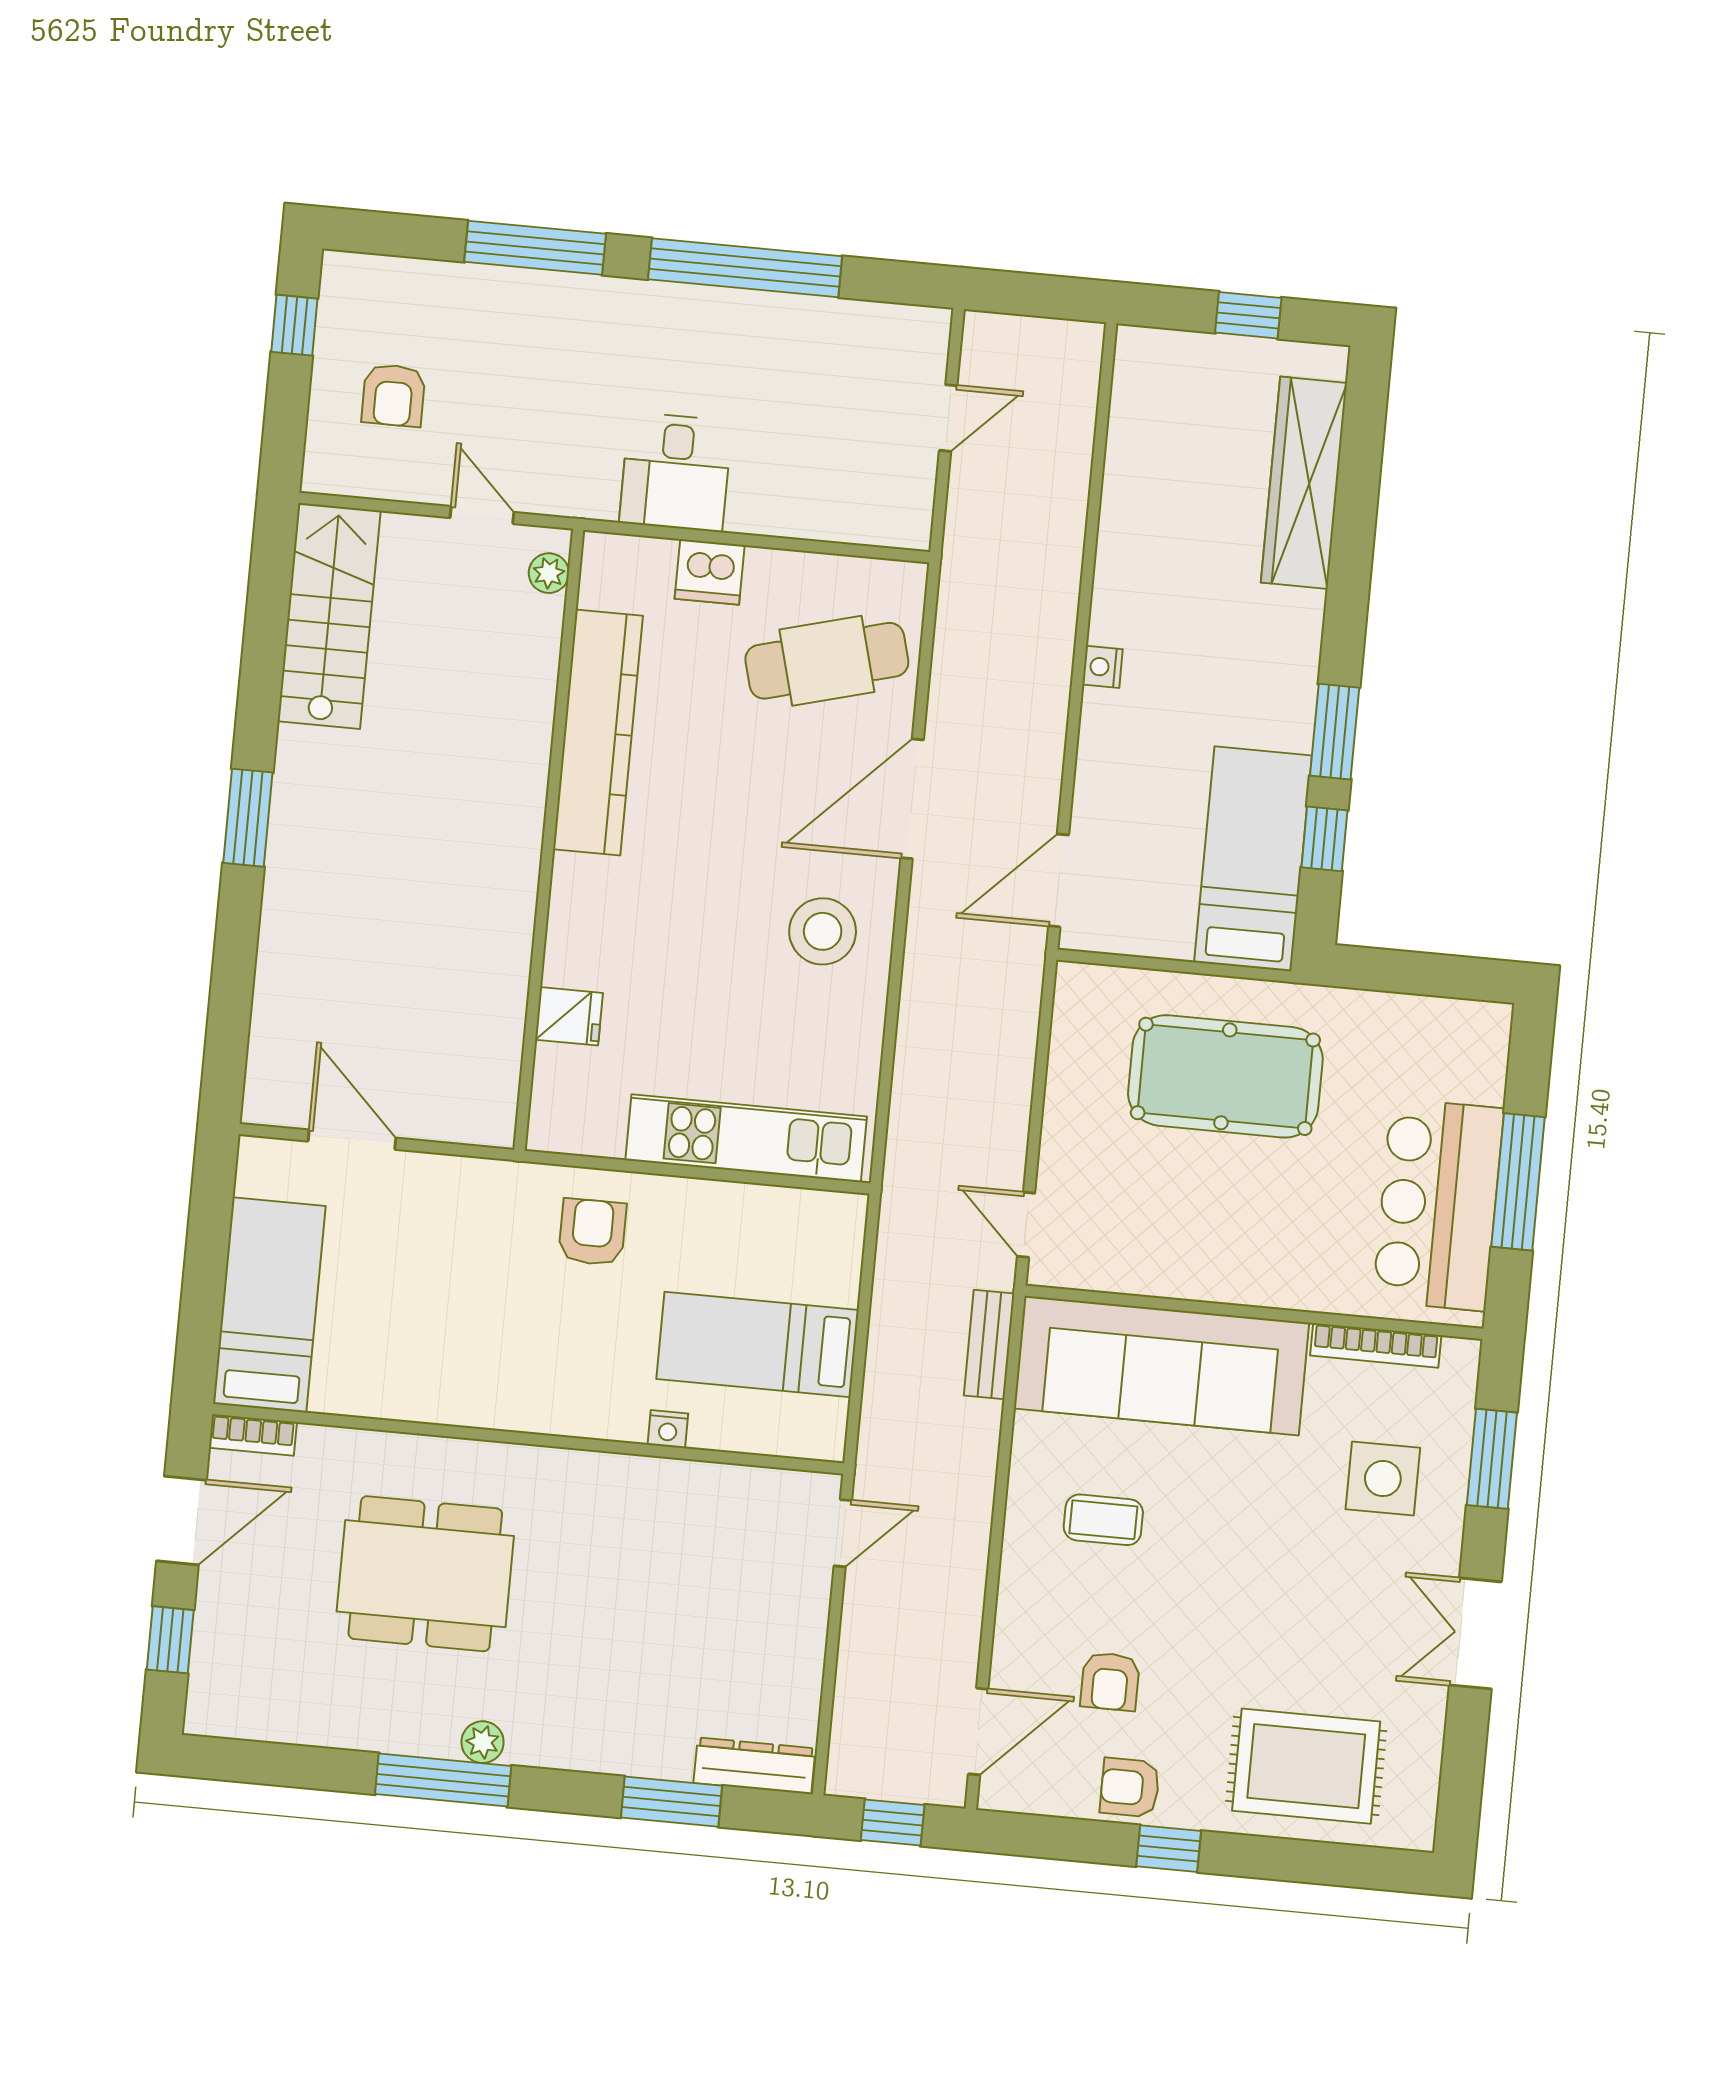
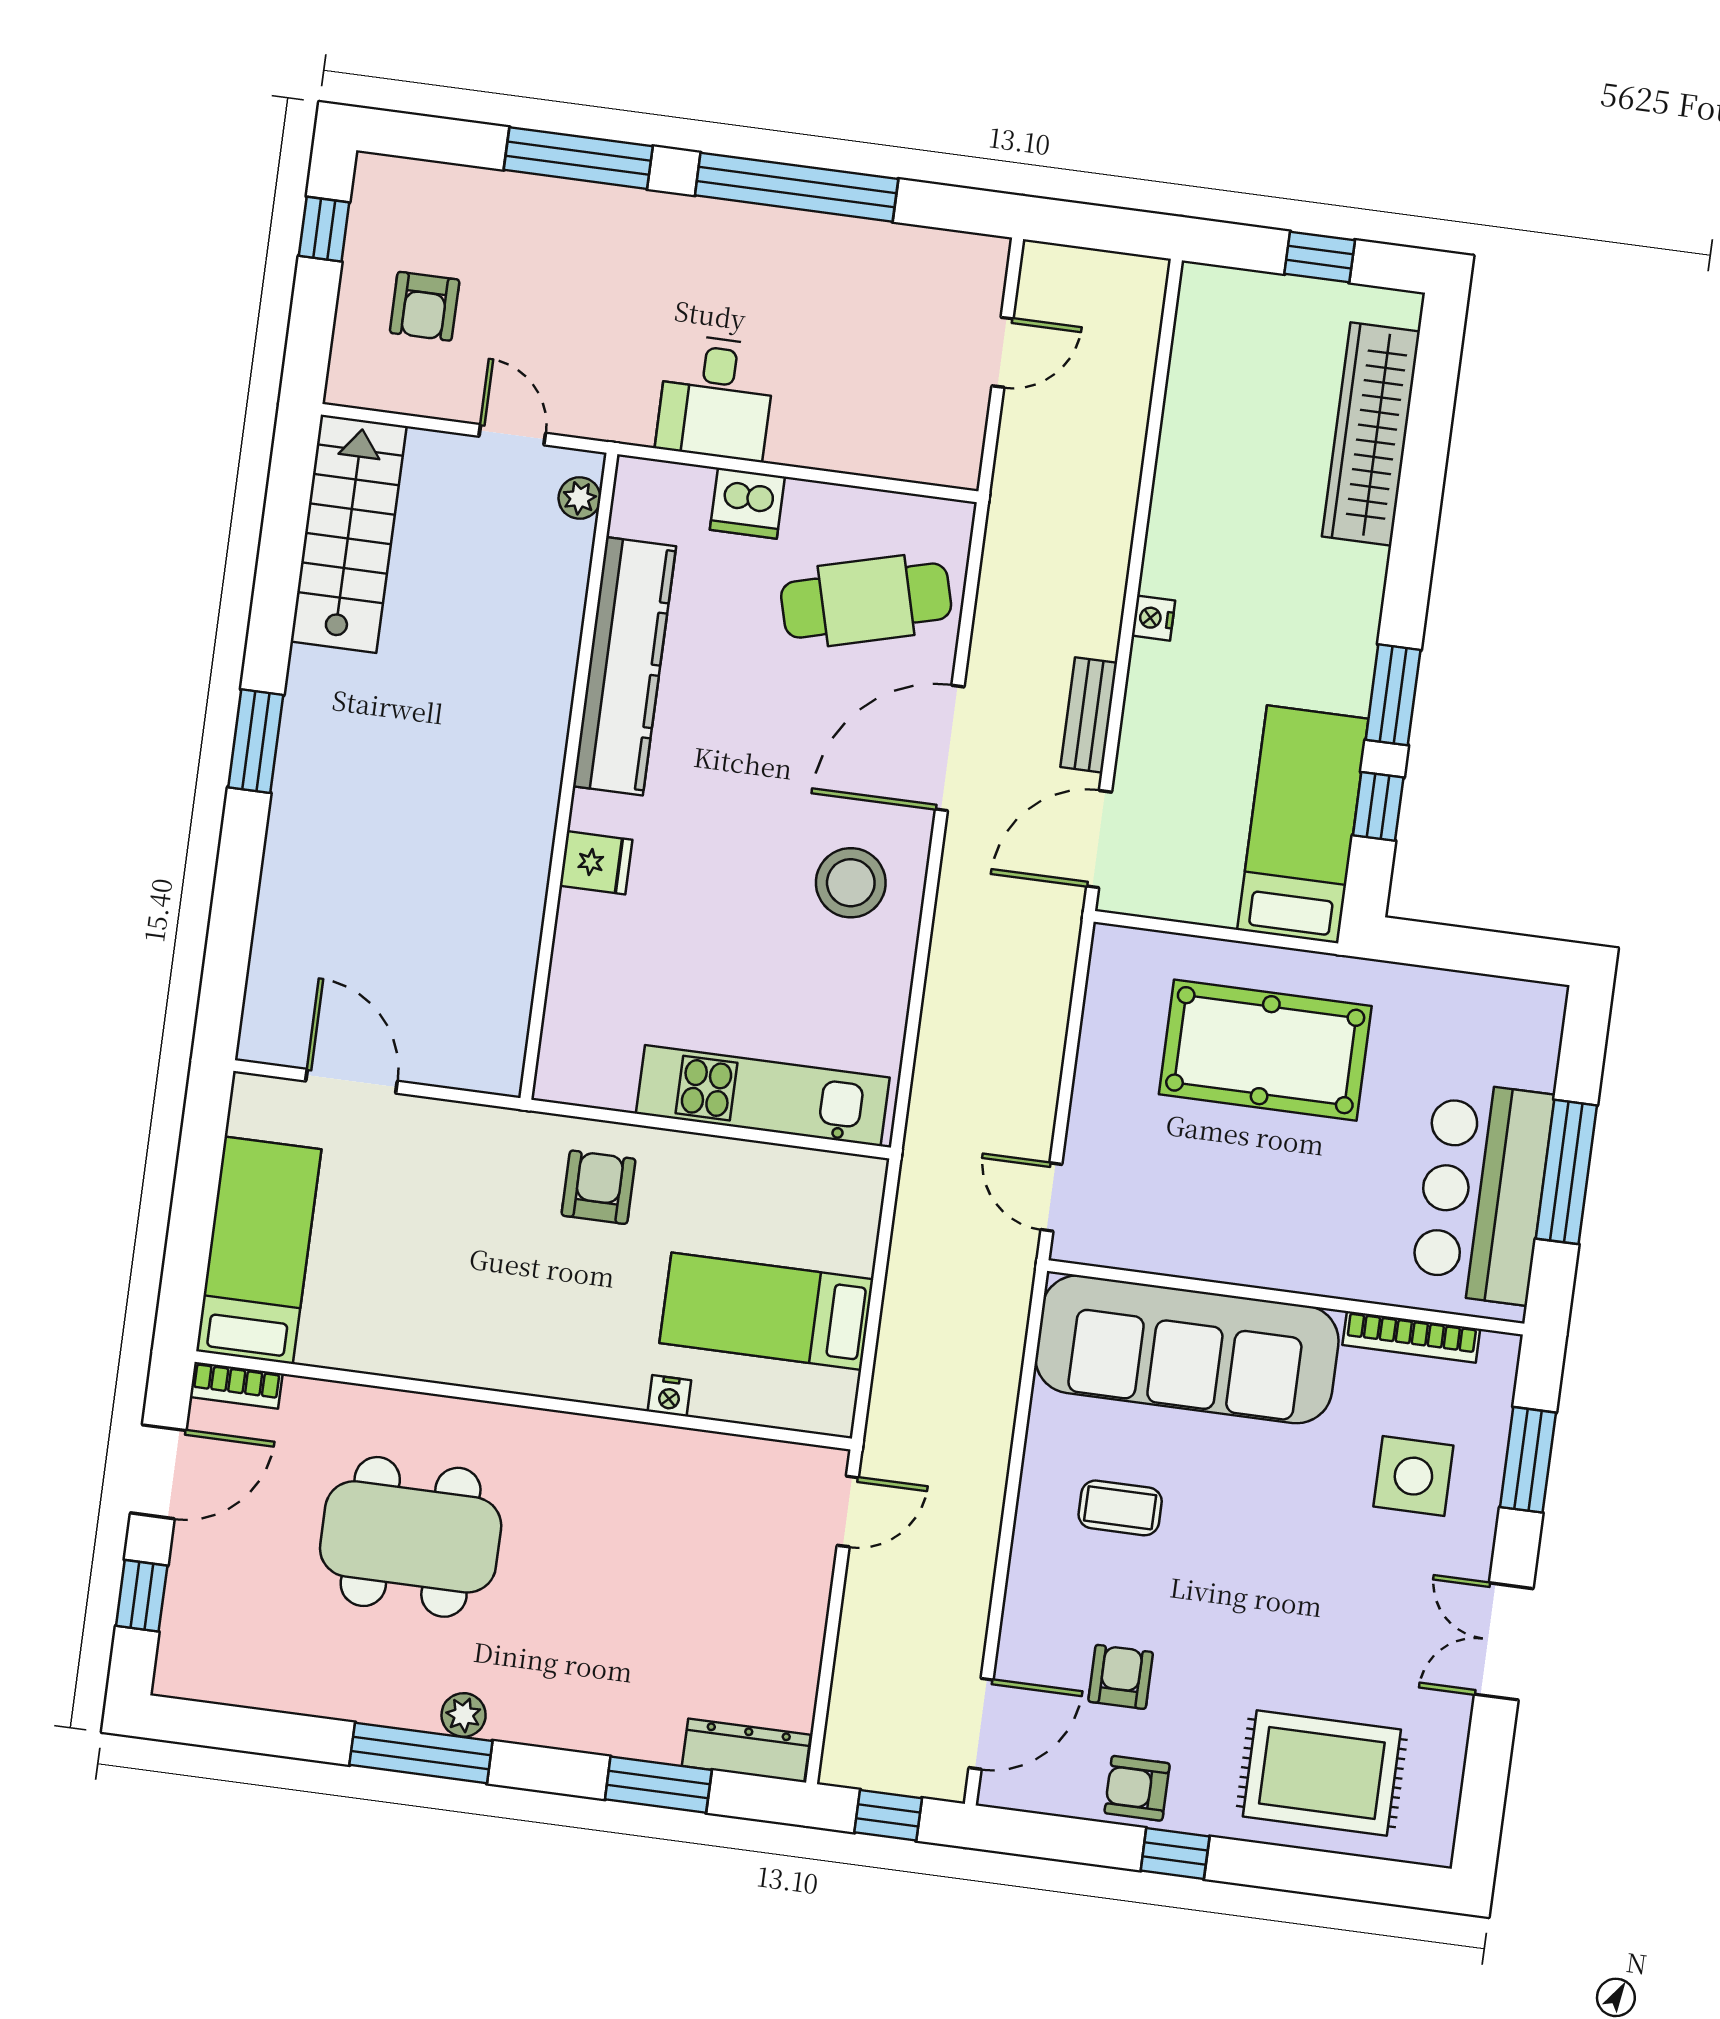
fridge: (569, 1016) -> (596, 863), moved
bench: (989, 1345) -> (1089, 715), moved
armchair: (1110, 1682) -> (1121, 1677), turned 180

